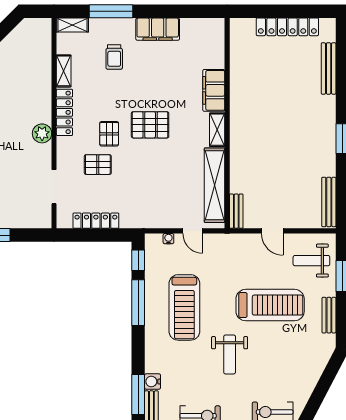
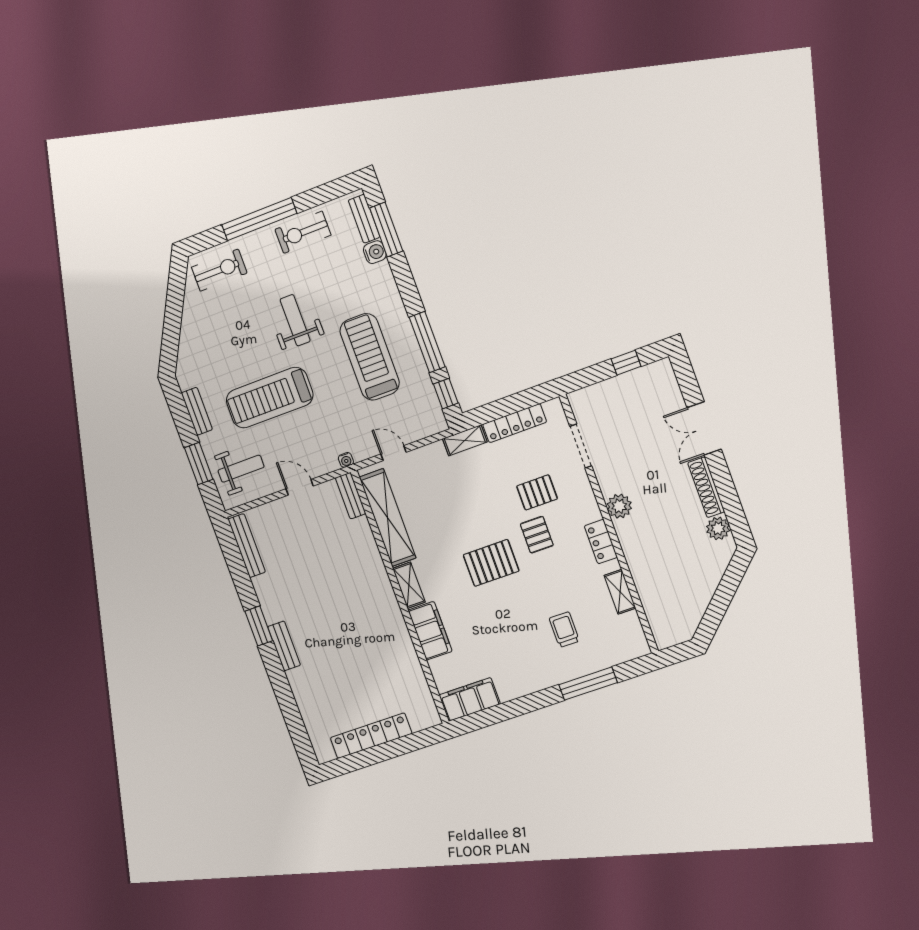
shelving: (72, 25) -> (465, 440), moved
filing cabinet: (158, 29) -> (470, 699), moved
bench: (329, 68) -> (284, 646), moved, width x0.73
locker: (64, 112) -> (601, 542), width x0.66
water cooler: (168, 239) -> (346, 460), moved

